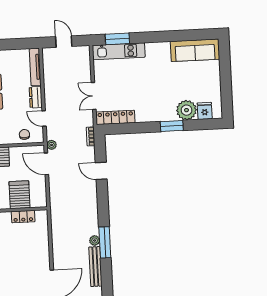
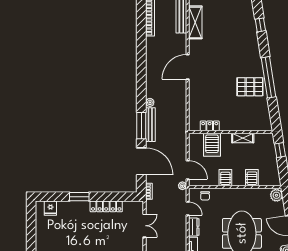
plant: (186, 110) -> (66, 210), removed
locker: (115, 117) -> (106, 206), moved
door: (101, 171) -> (141, 161), width x1.87
window: (105, 242) -> (141, 126), moved
bench: (95, 267) -> (150, 125), moved

